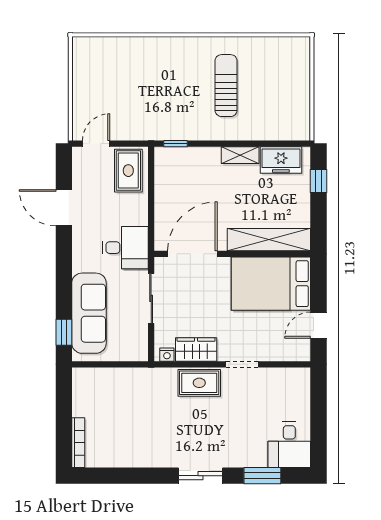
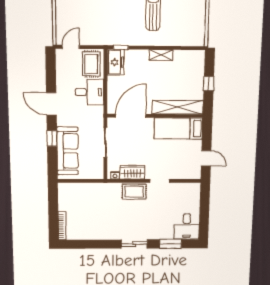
freezer: (281, 160) -> (116, 62), moved, turned -90
window: (318, 181) -> (209, 84), moved
door: (64, 208) -> (51, 104), moved
desk: (125, 248) -> (89, 92), moved
bed: (271, 284) -> (178, 128), width x0.67
door: (318, 325) -> (206, 158), swing flipped
window: (64, 332) -> (52, 138), moved

